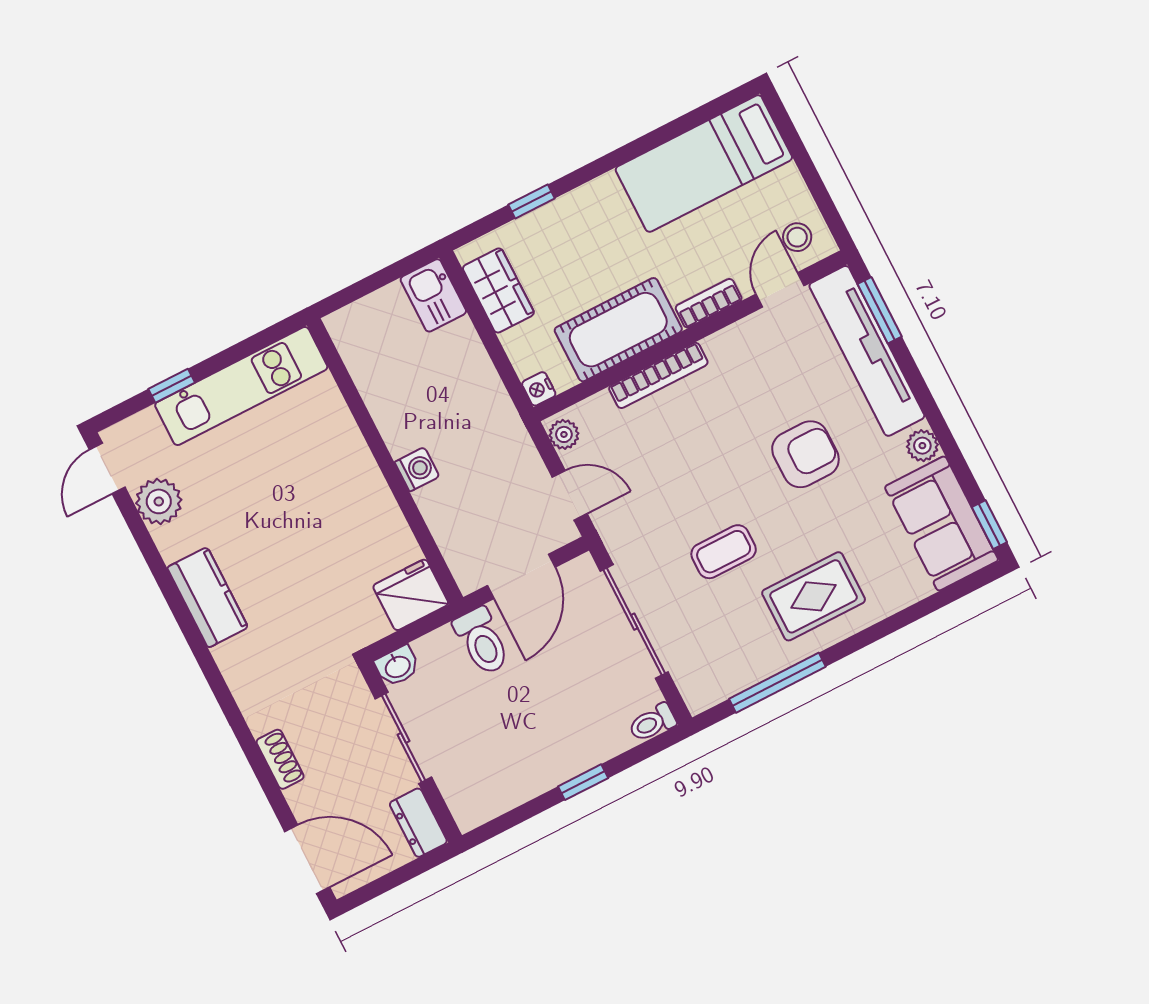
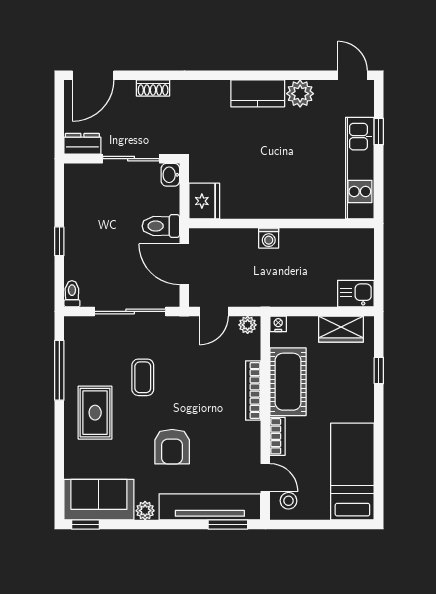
plant: (159, 501) -> (300, 94), moved

